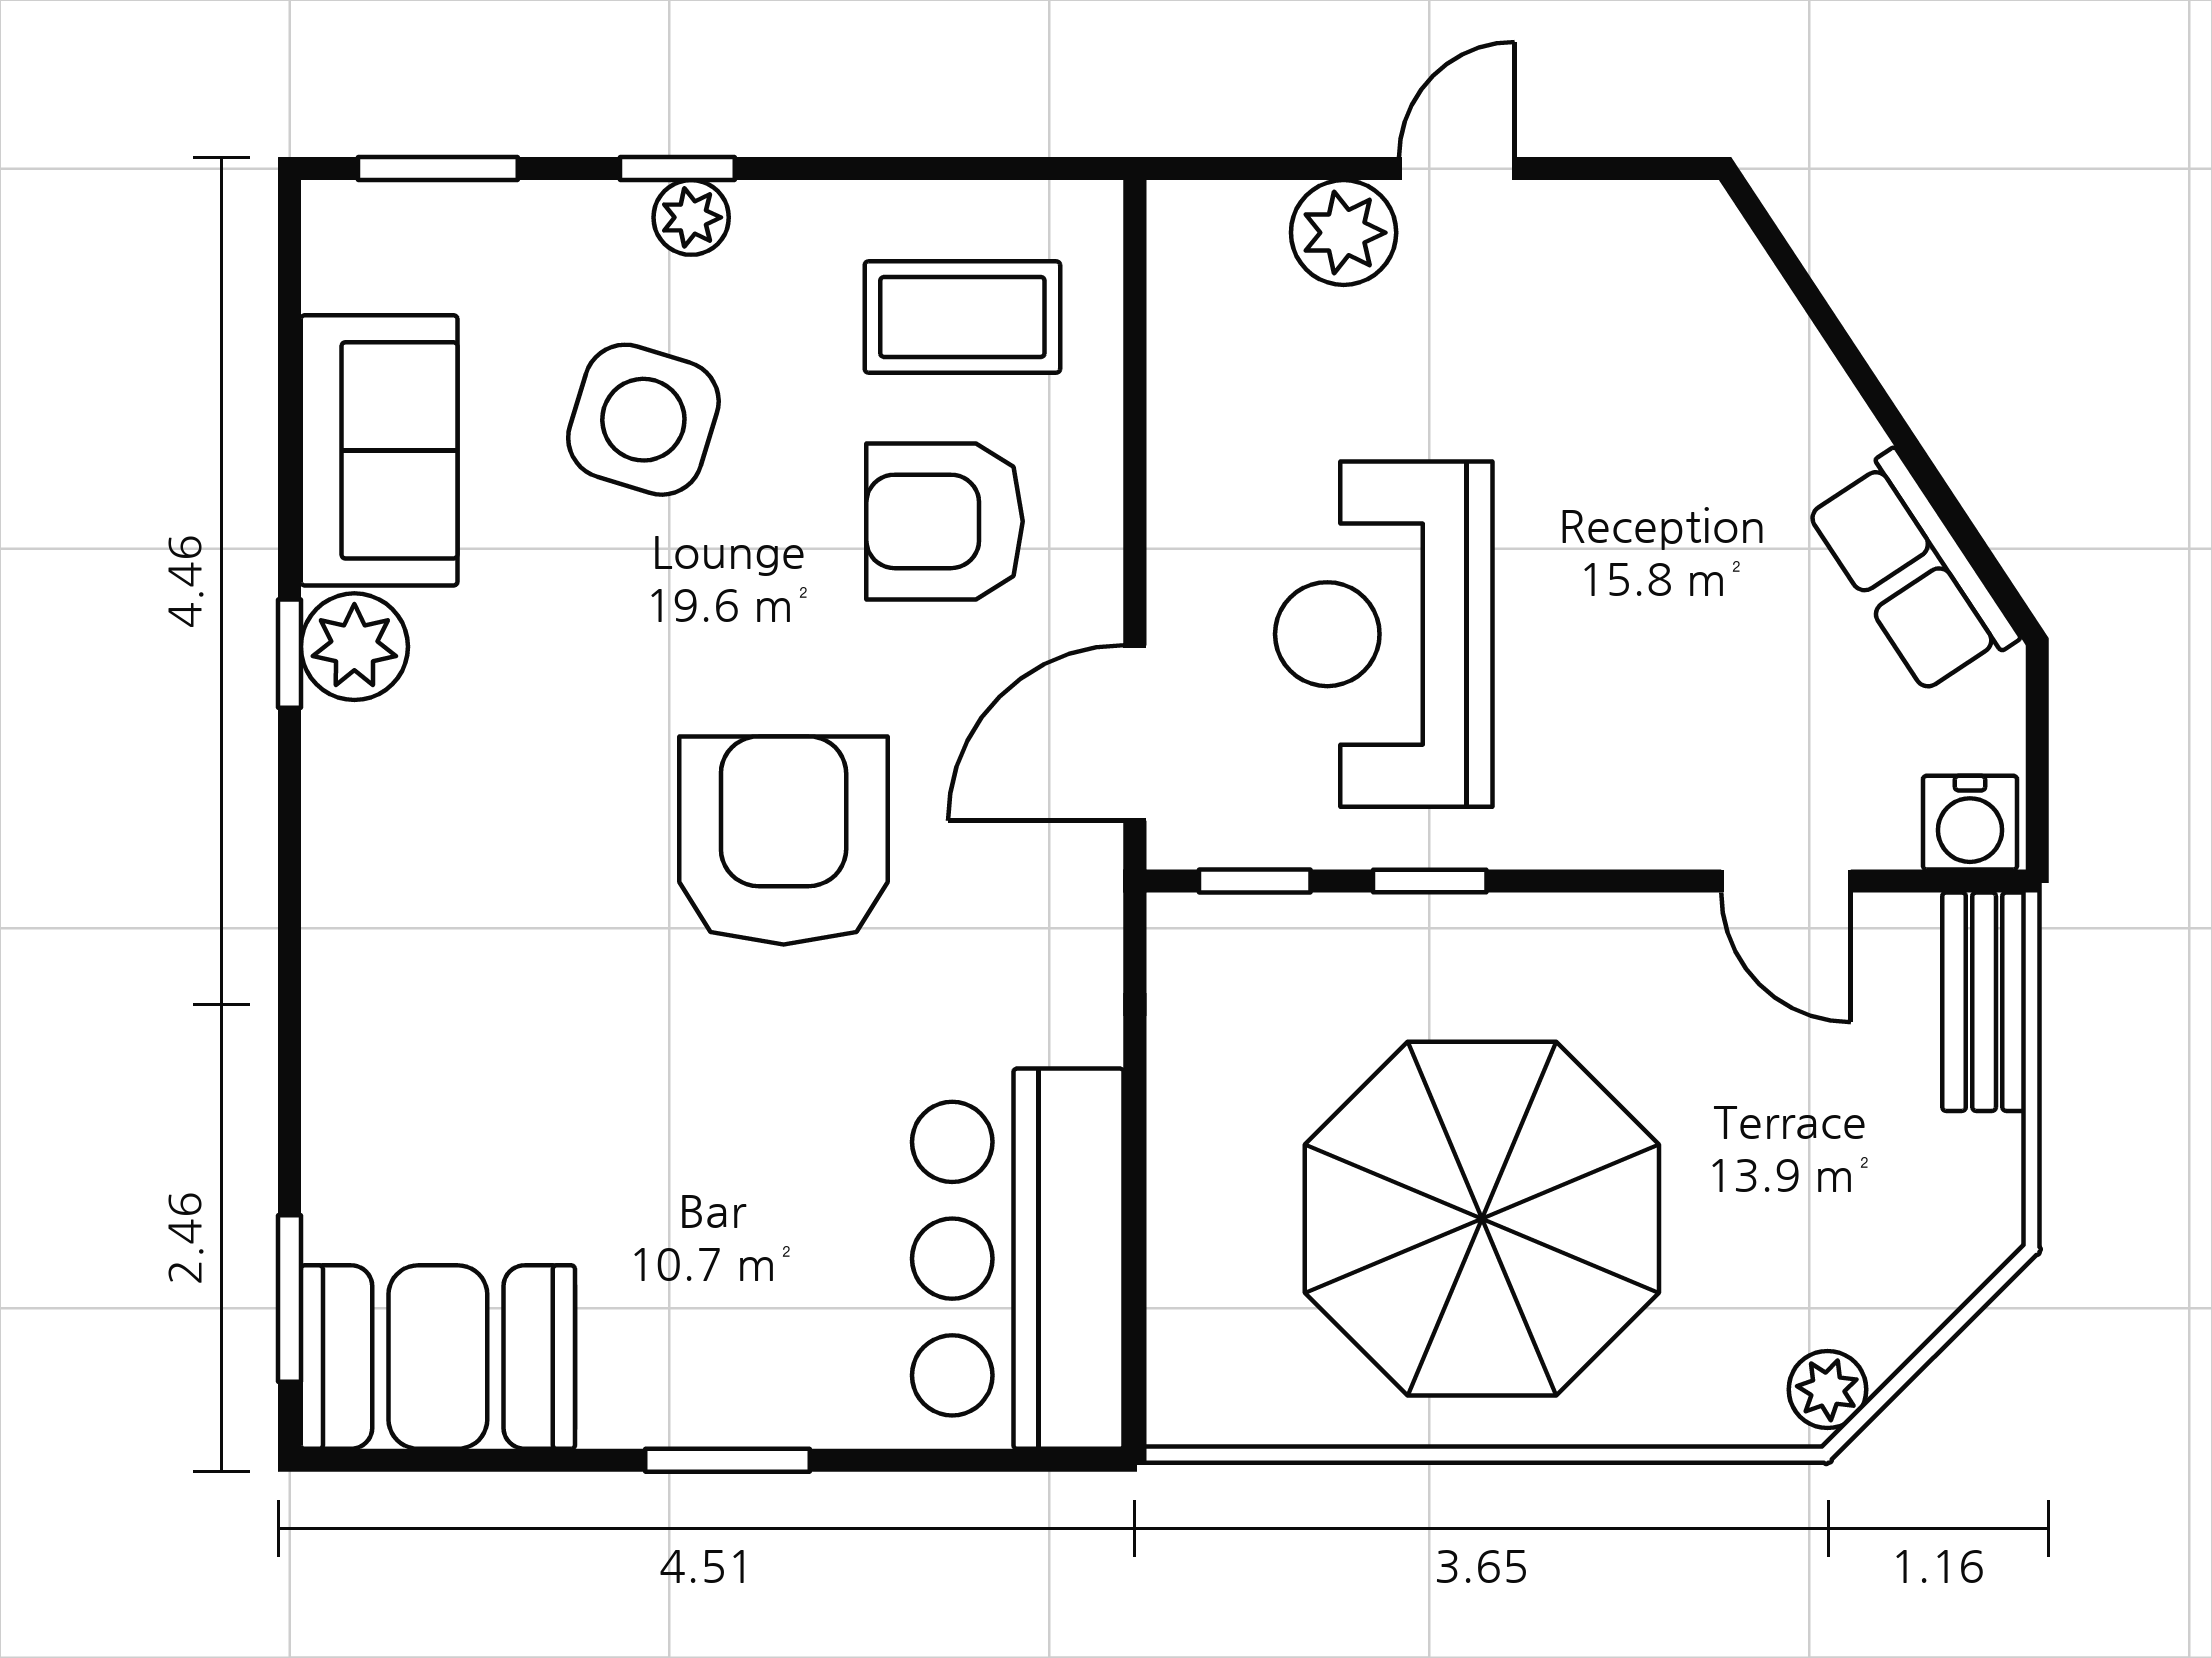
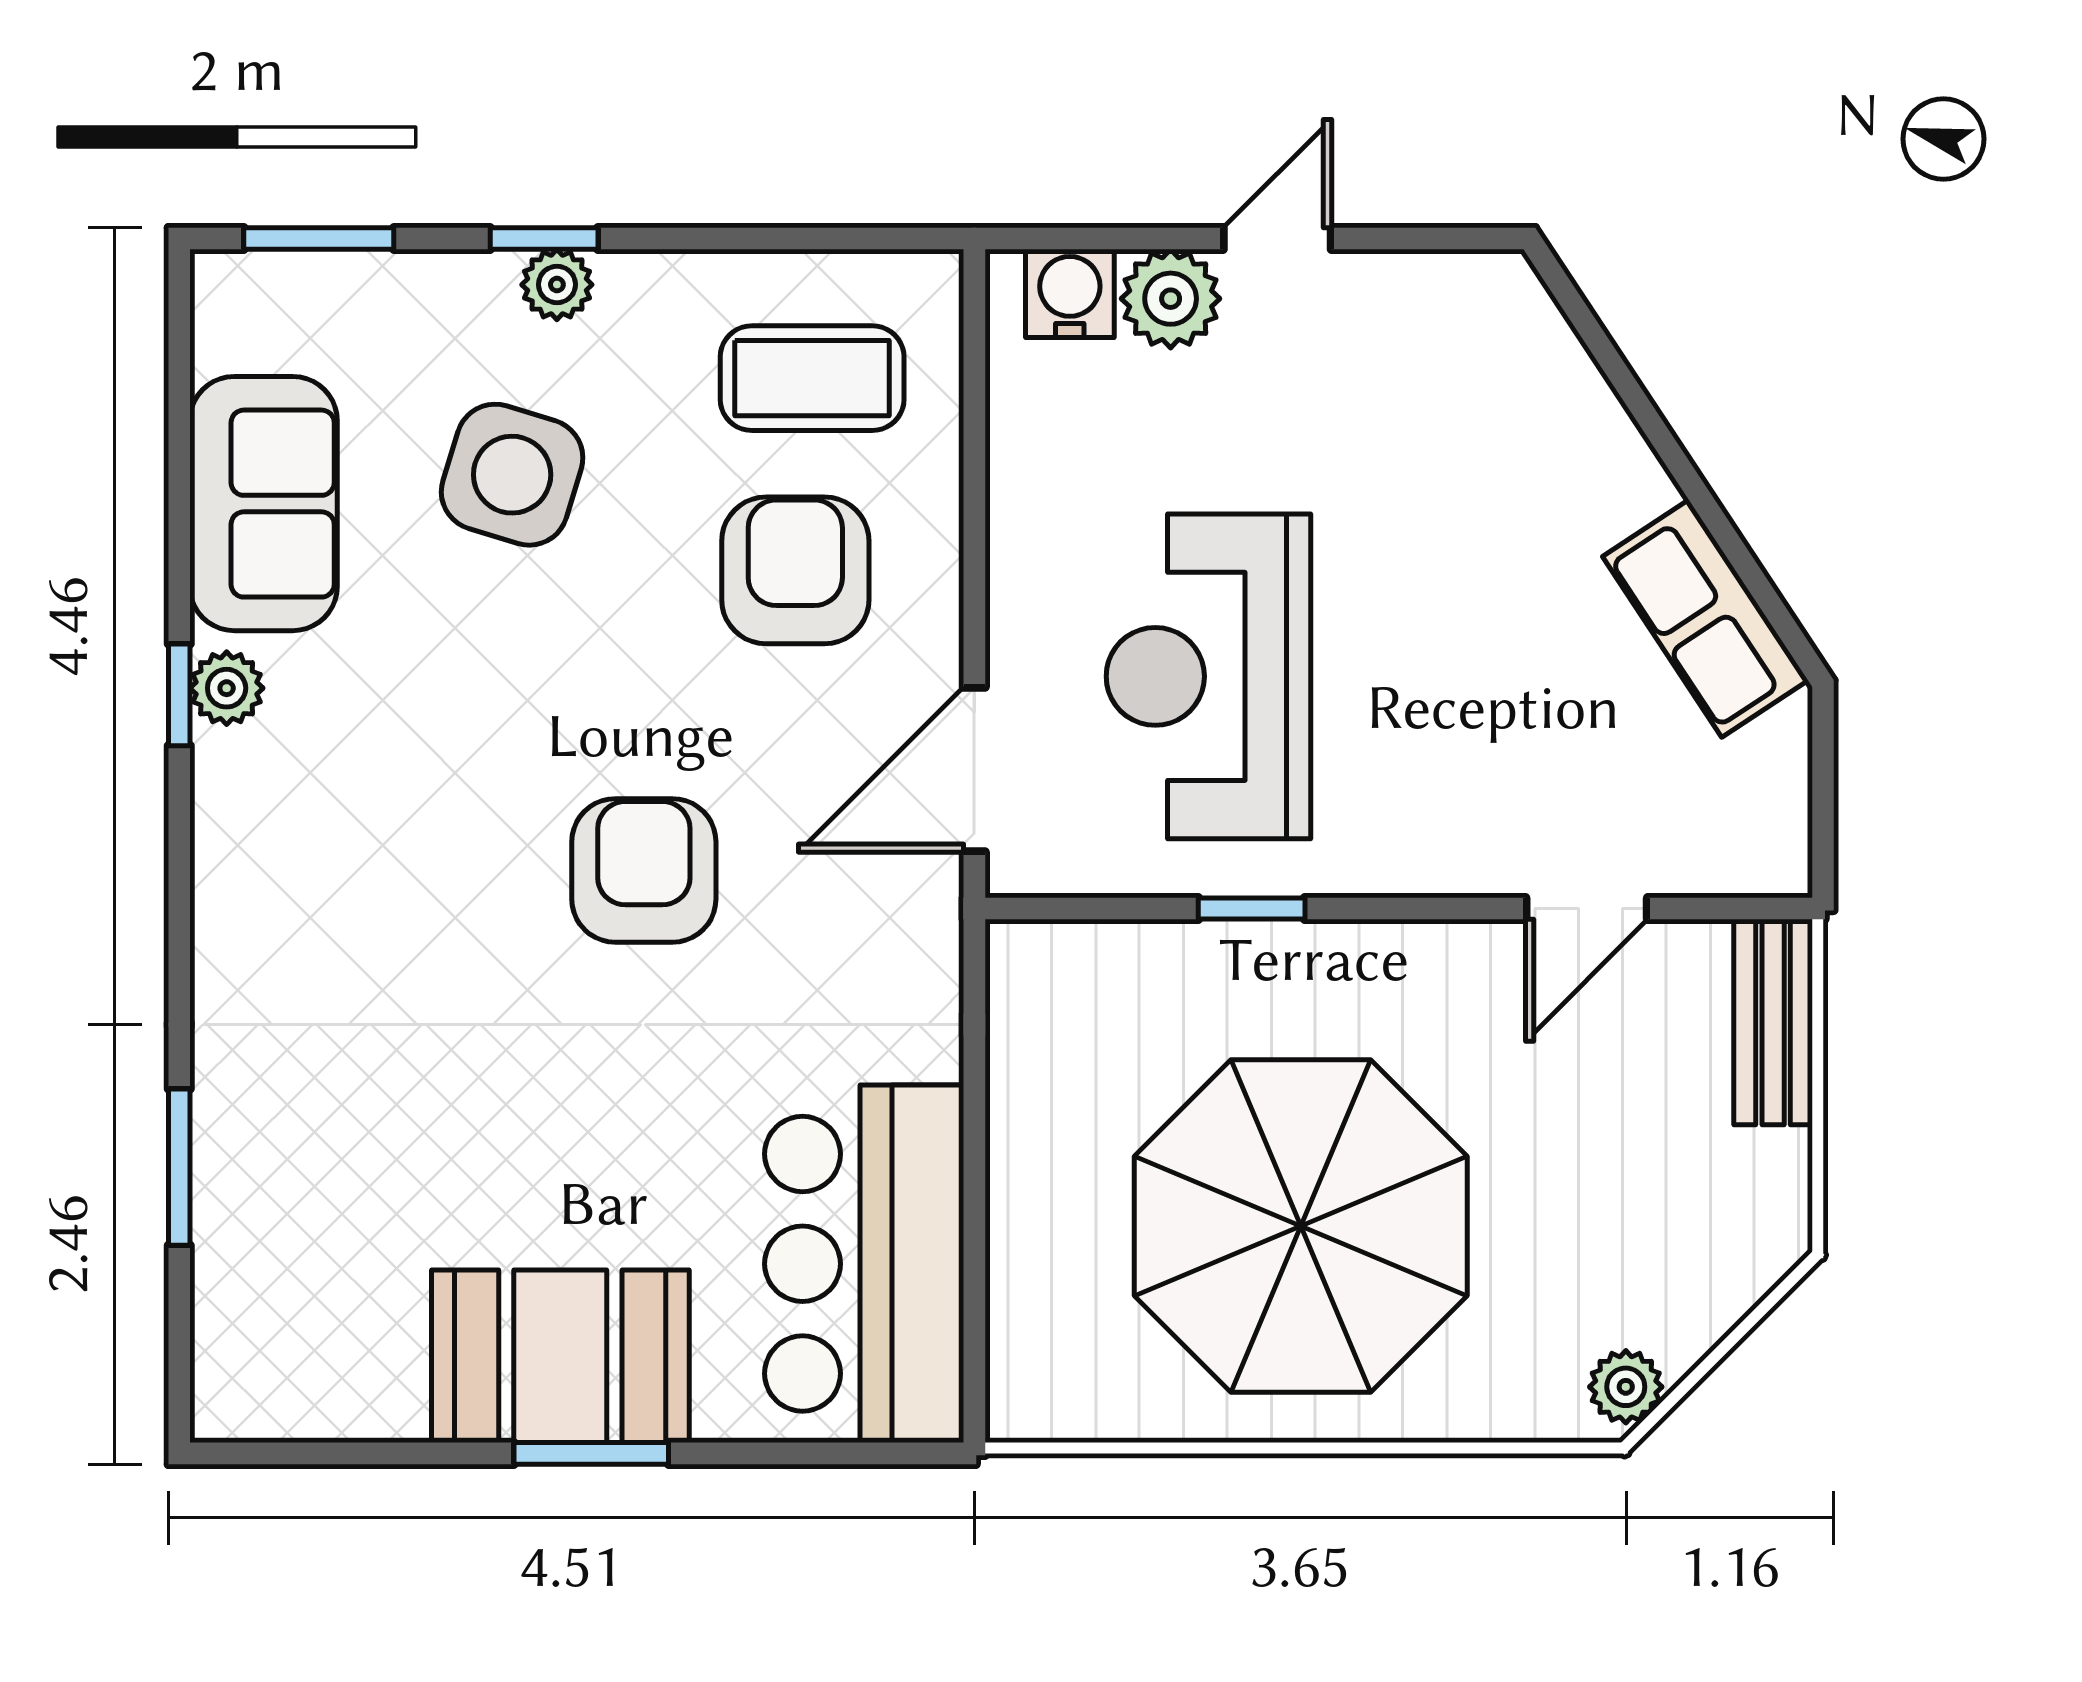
armchair: (945, 521) -> (795, 570), turned 90
plant: (354, 647) -> (227, 688), width x0.73, depth x0.73
water cooler: (1970, 823) -> (1070, 293), moved, turned 180
armchair: (784, 840) -> (644, 870), width x0.73, depth x0.73
window: (1255, 881) -> (1087, 909), removed
door: (1786, 881) -> (1587, 909), hinge flipped
window: (290, 1299) -> (179, 1167), moved
booth: (438, 1357) -> (560, 1356), moved

